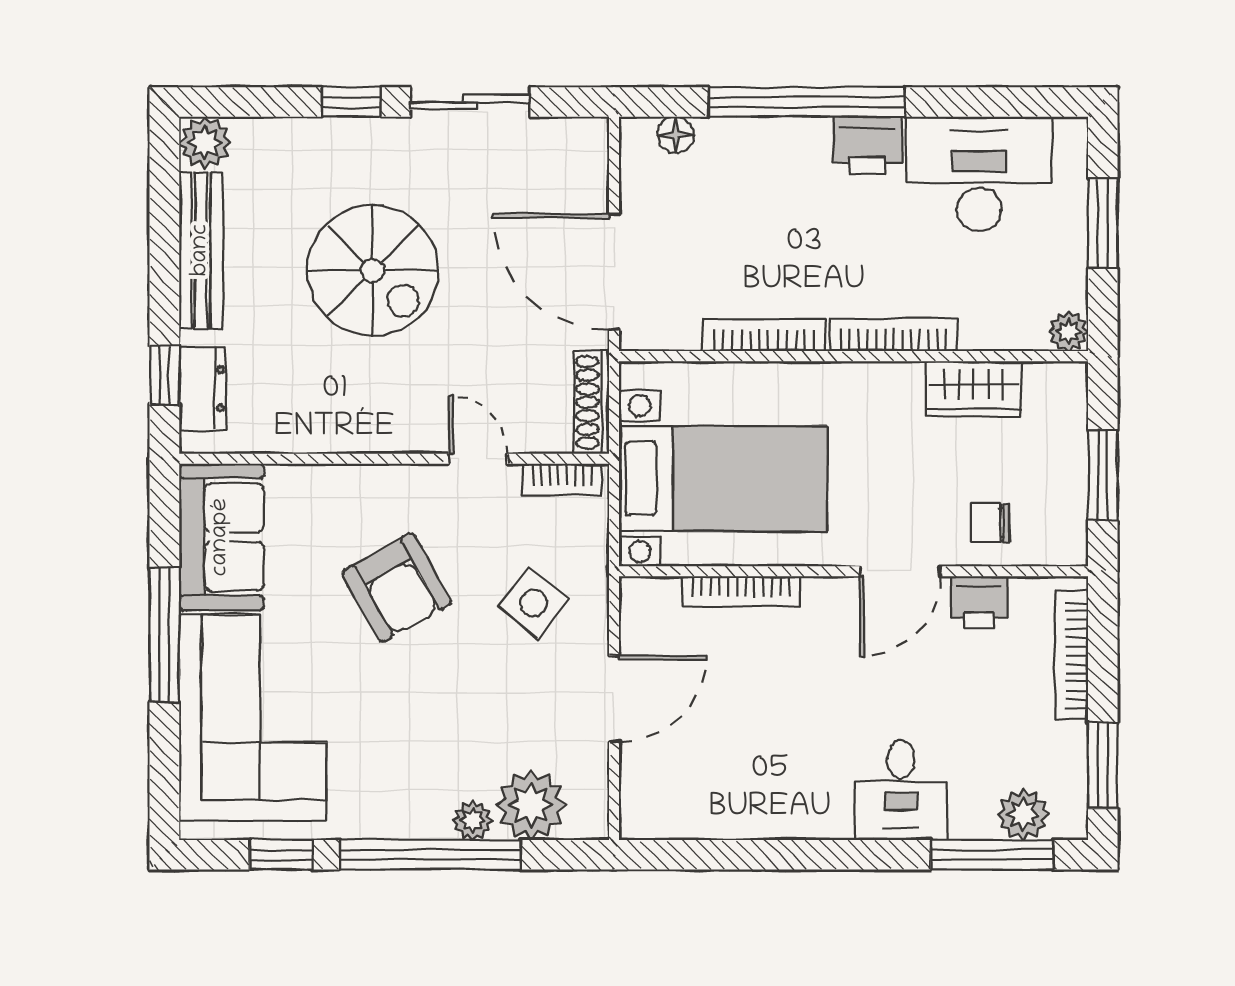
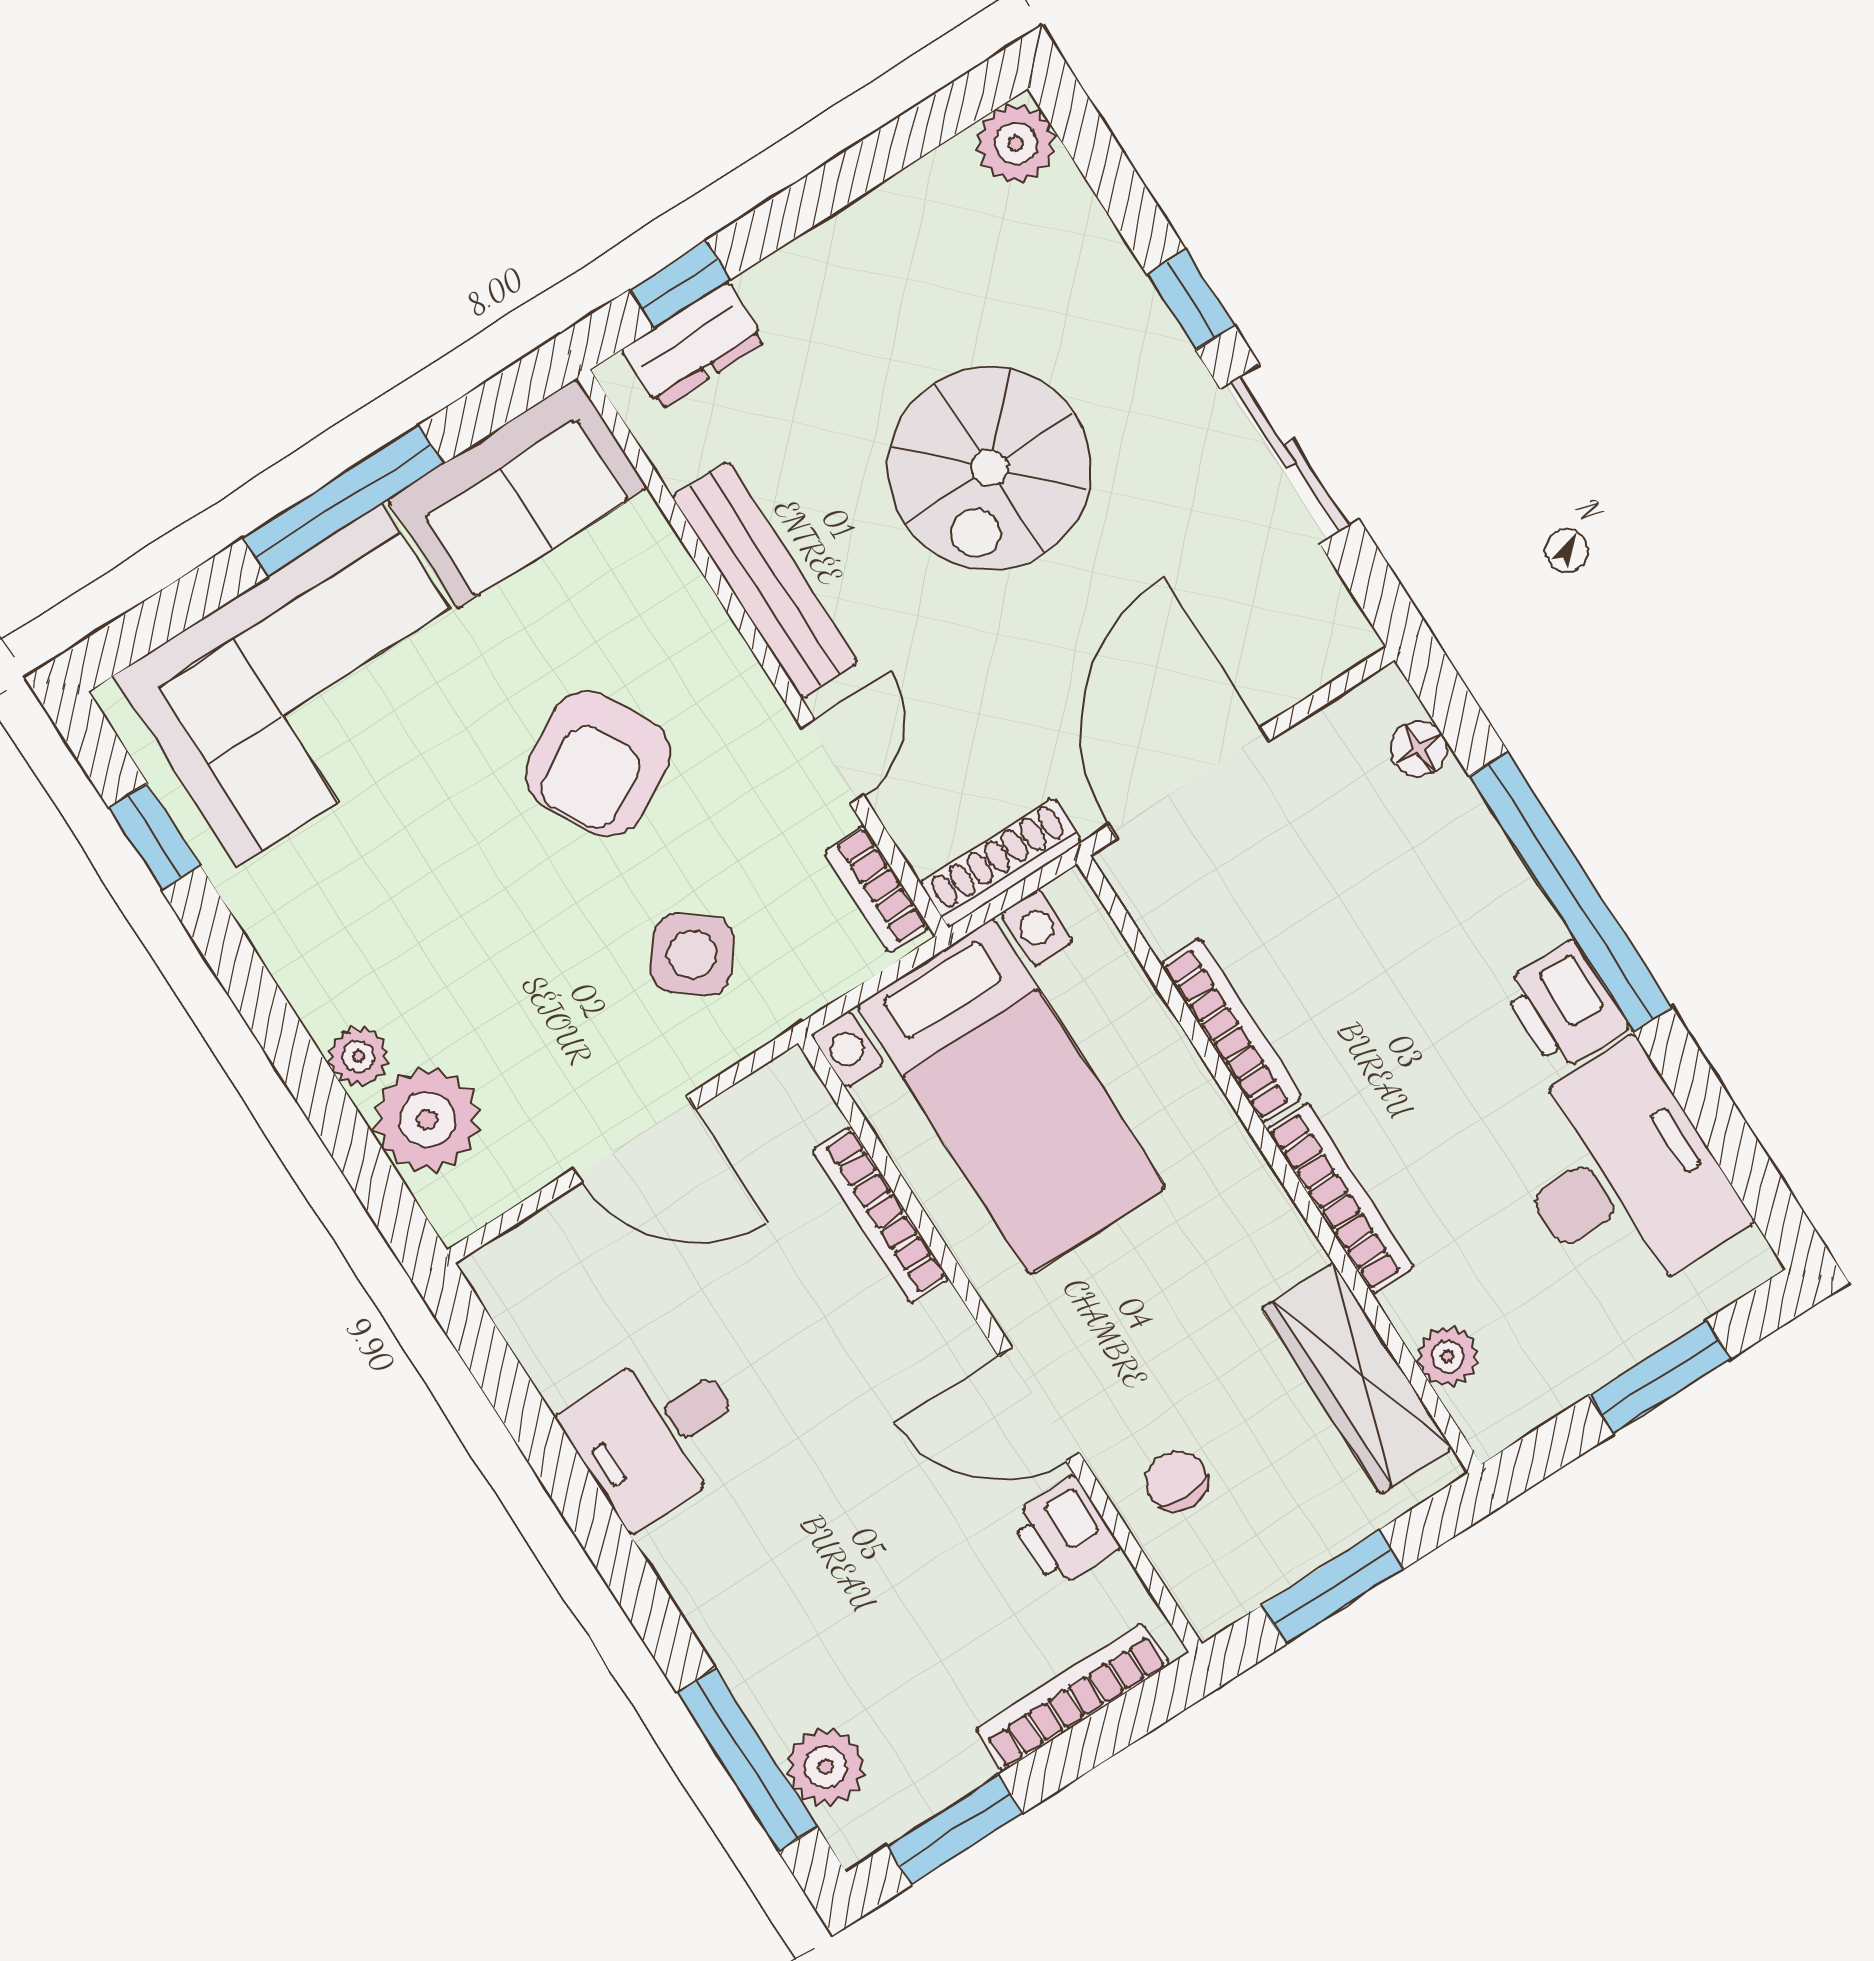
bench: (201, 250) -> (765, 580), moved, turned 90
plant: (1068, 332) -> (1448, 1356), moved
wardrobe: (974, 389) -> (1357, 1378), width x1.50
desk: (901, 790) -> (657, 1434), moved
window: (430, 855) -> (279, 1030), removed

